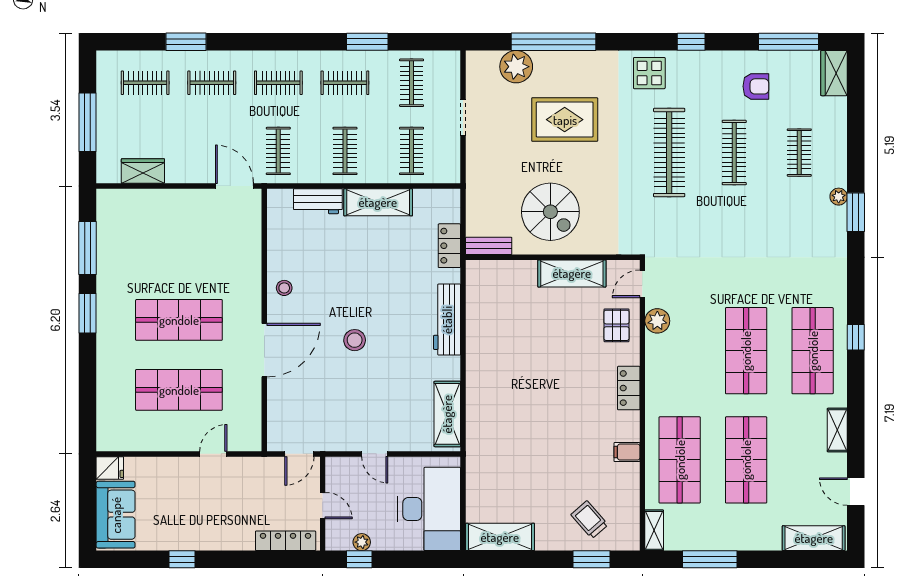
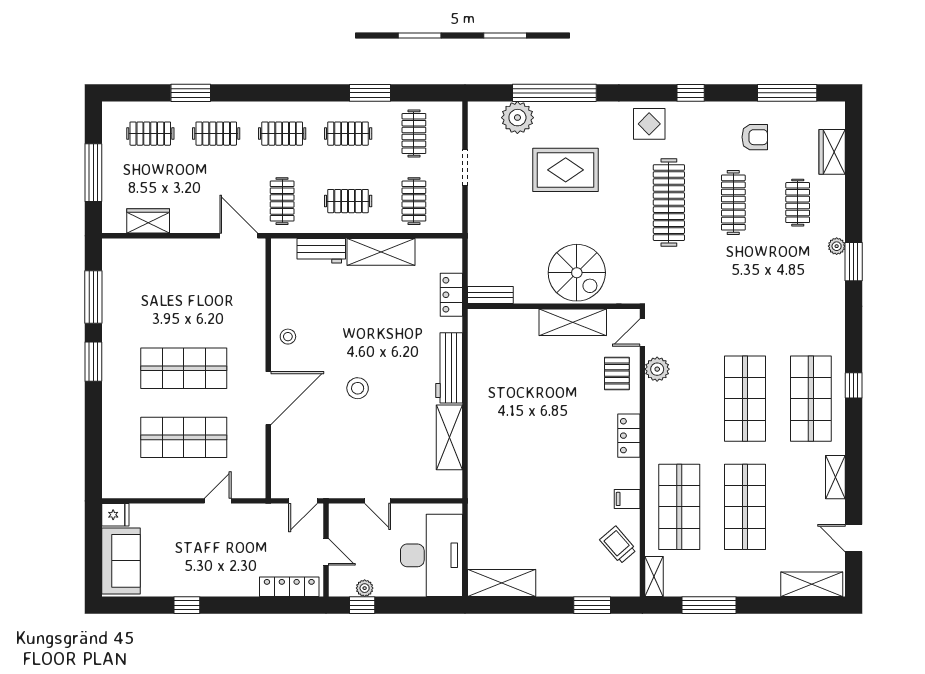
wardrobe: (834, 73) -> (832, 152), moved
clothes rail: (345, 151) -> (348, 201), turned 90
spiral stairs: (550, 212) -> (577, 273), moved
shelving: (447, 414) -> (449, 437), moved
trolley: (589, 520) -> (618, 545), moved

